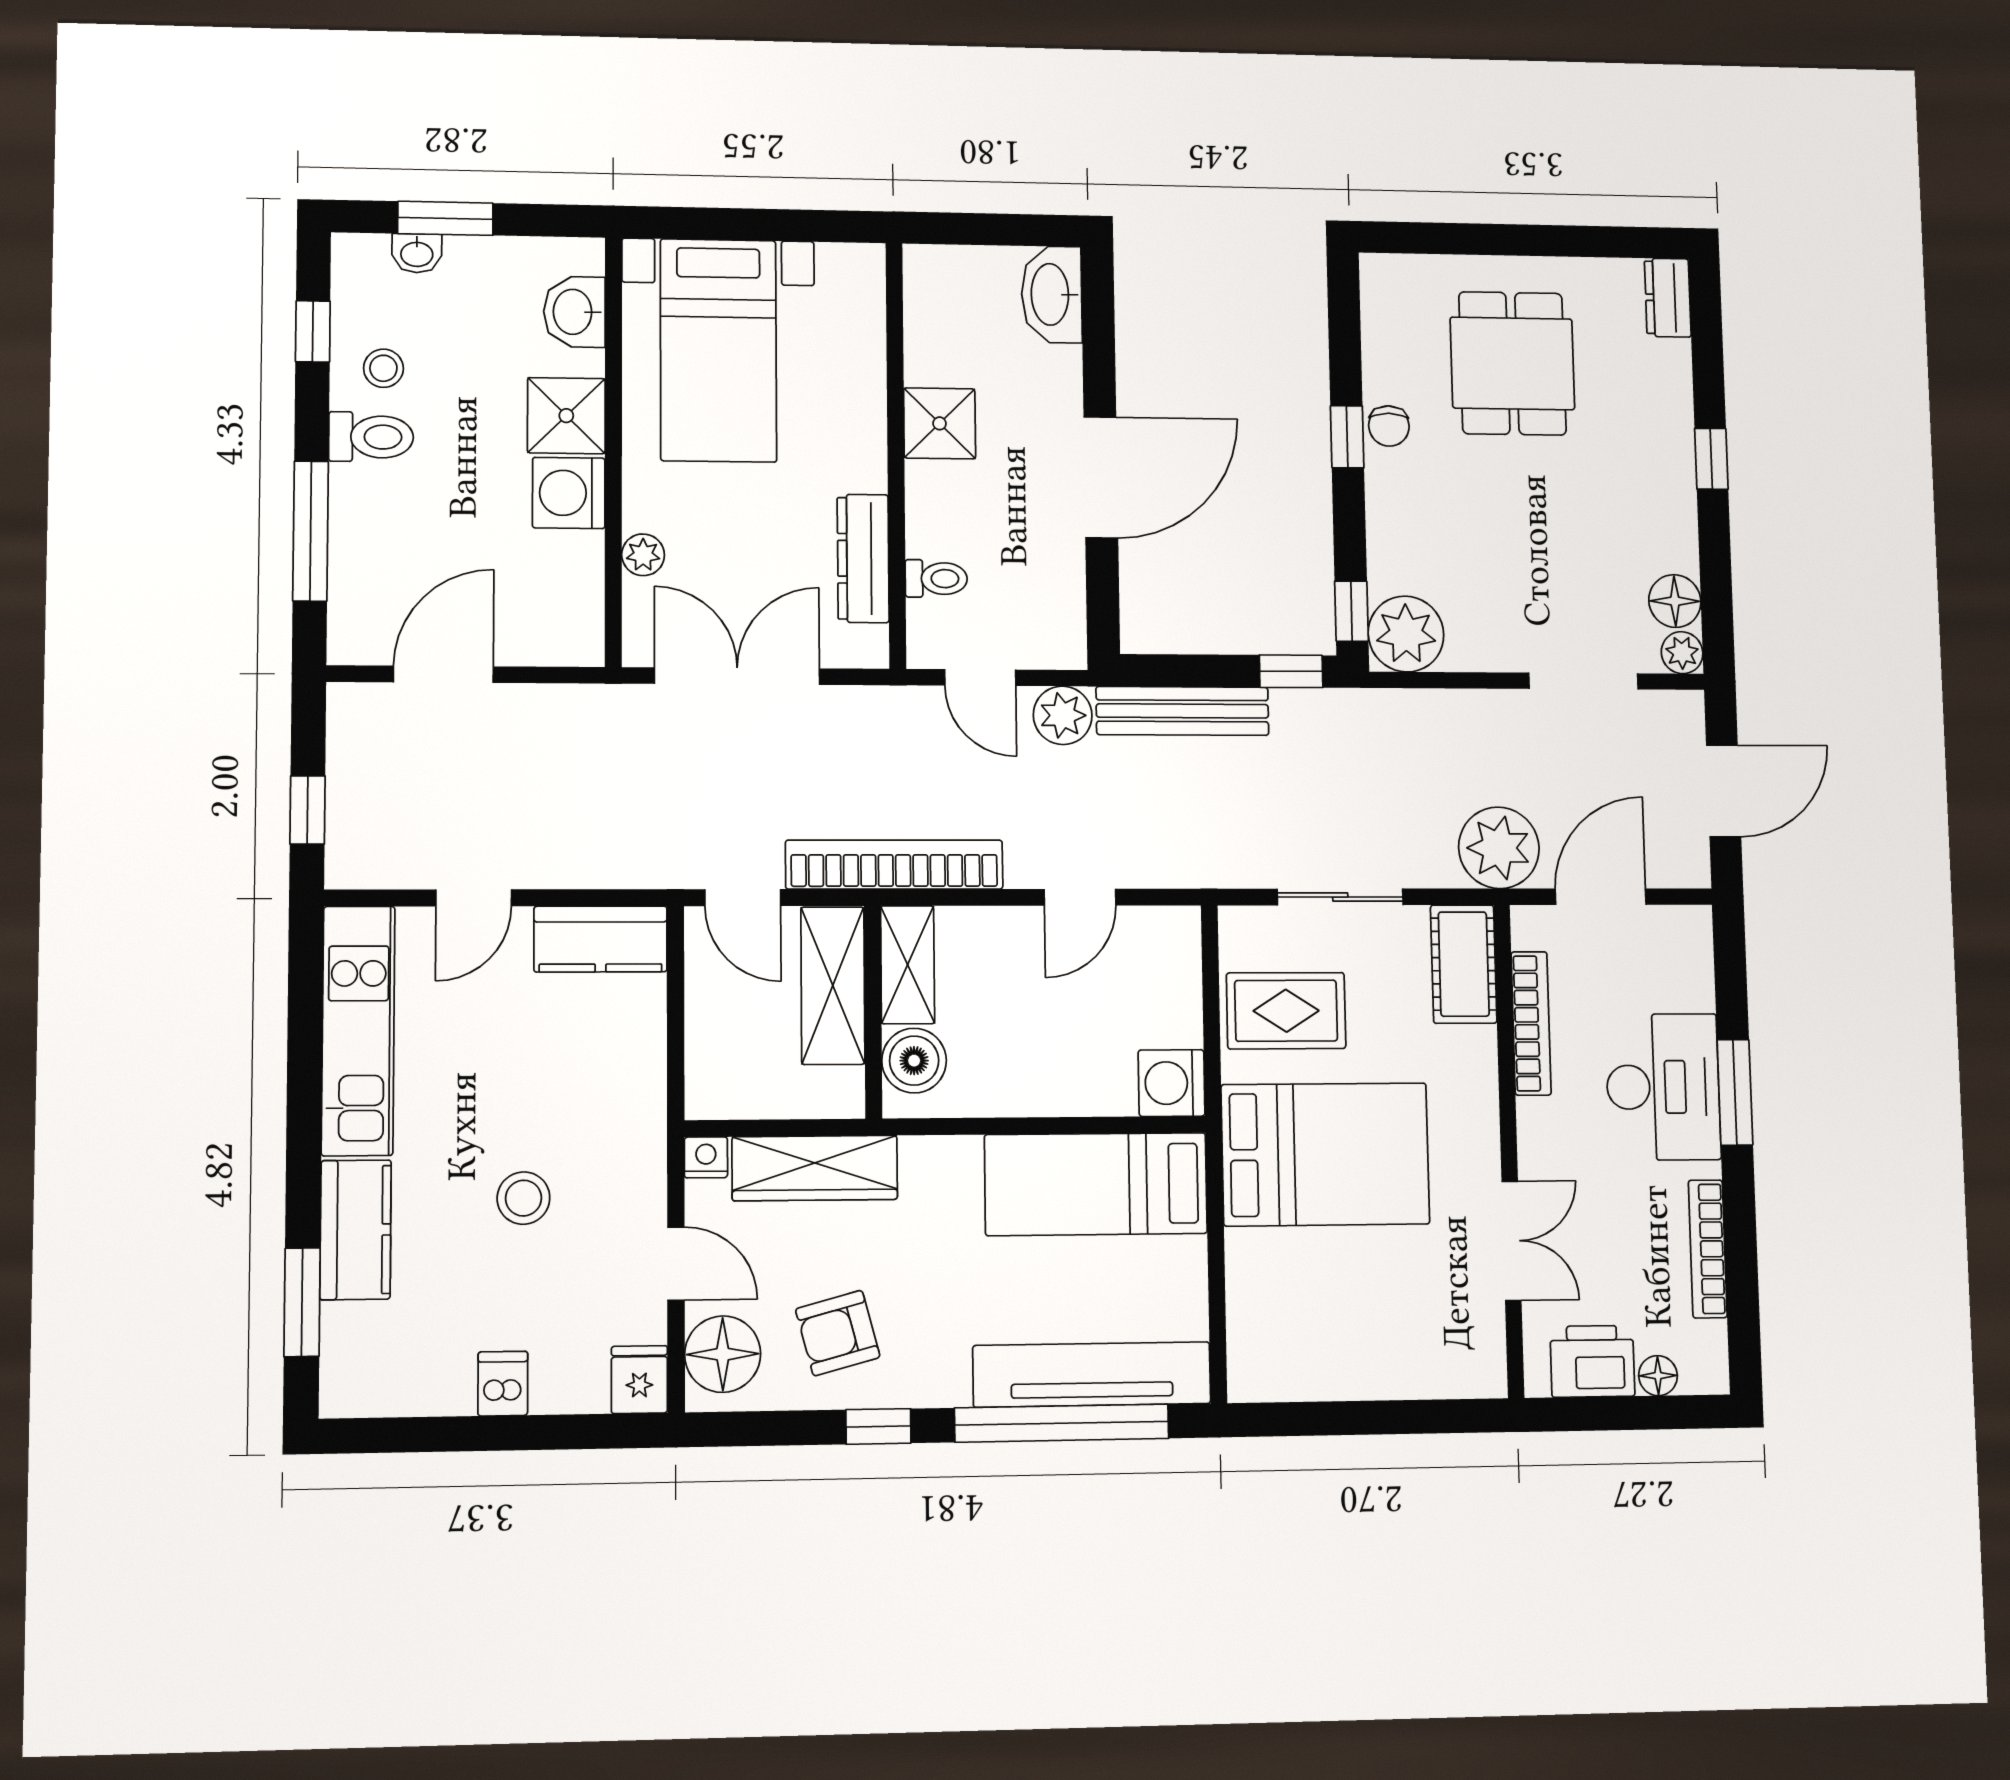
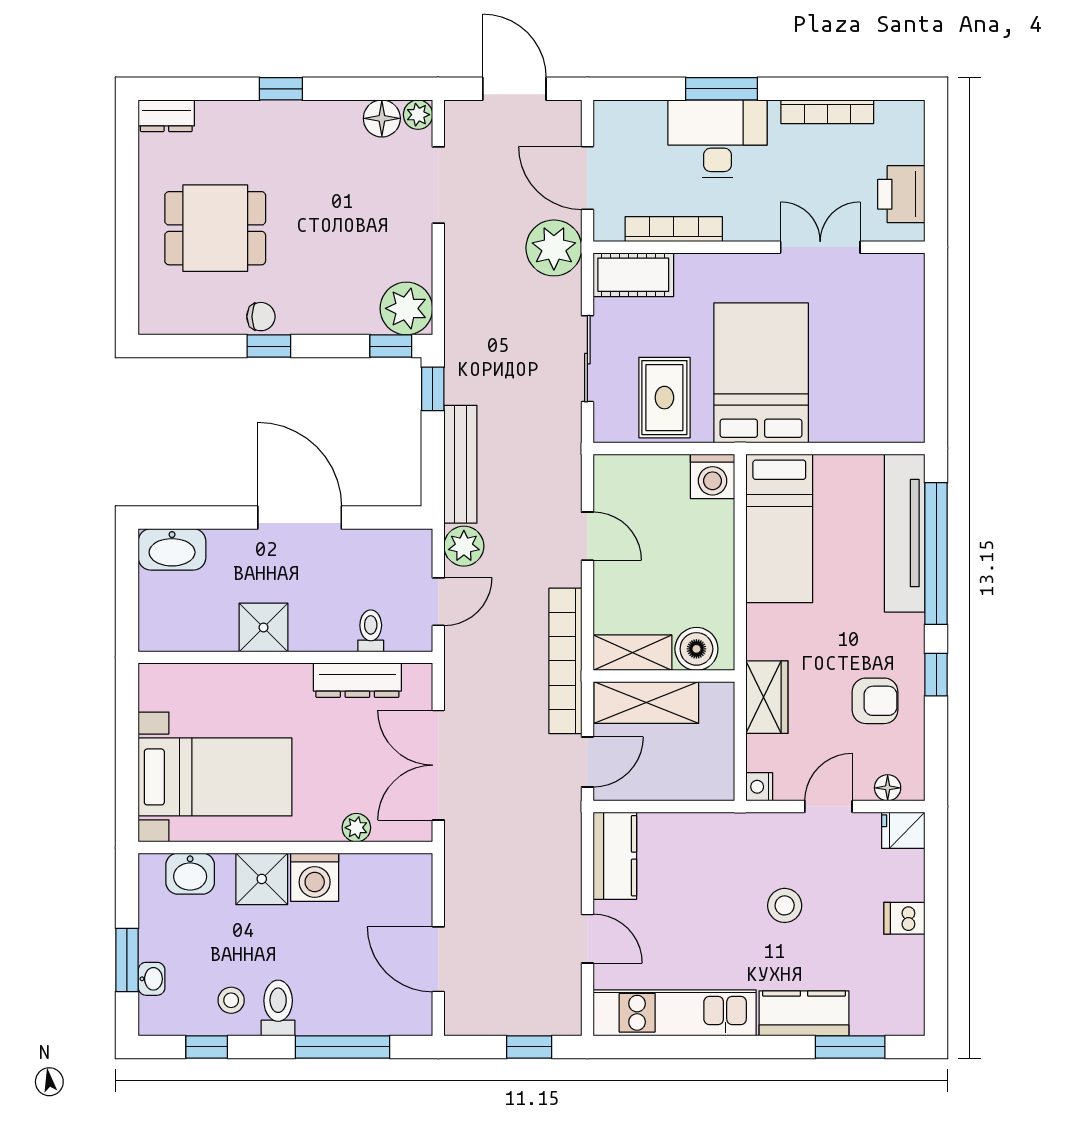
wardrobe: (815, 1168) -> (767, 697), width x0.67
armchair: (838, 1333) -> (875, 701), turned -75
floor lamp: (723, 1354) -> (888, 788), width x0.53, depth x0.53
floor lamp: (1658, 1376) -> (912, 149), removed

